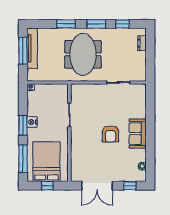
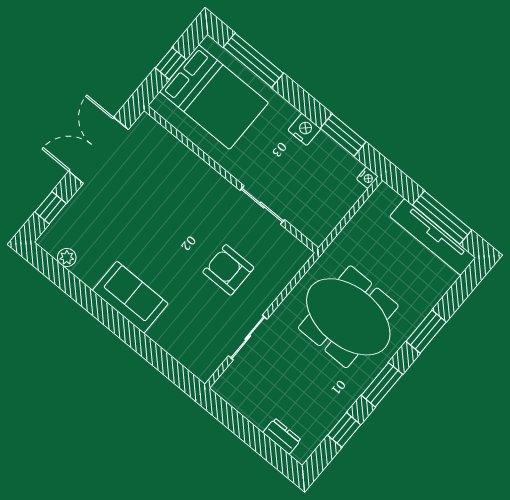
window: (23, 125) -> (343, 135), moved
armchair: (110, 134) -> (228, 270), moved

